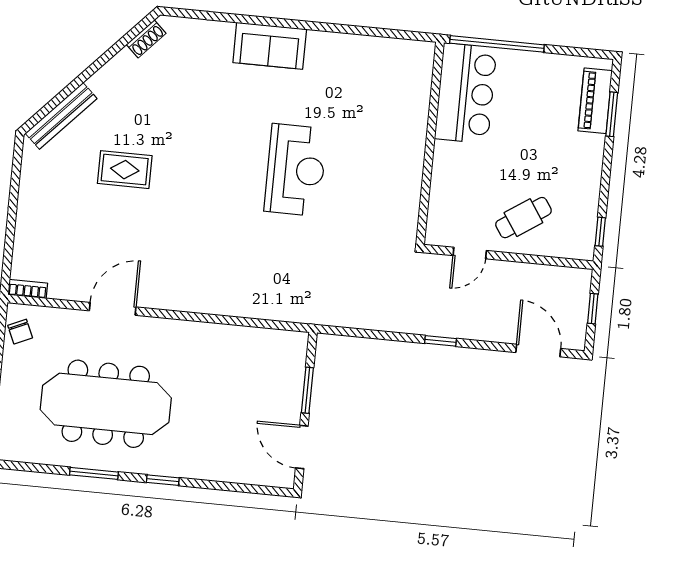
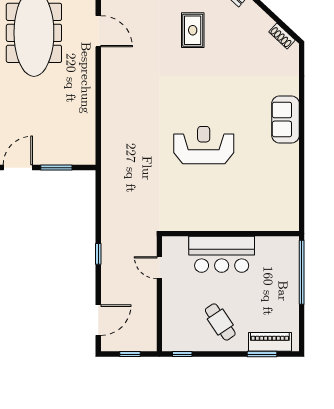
bar counter: (466, 93) -> (222, 254), moved
reception desk: (296, 170) -> (204, 145), turned 180
cafe table: (523, 218) -> (220, 322), moved

